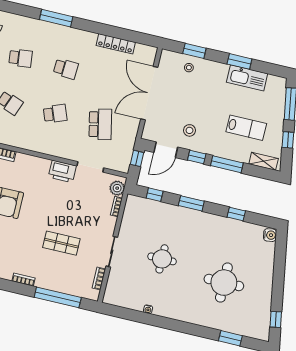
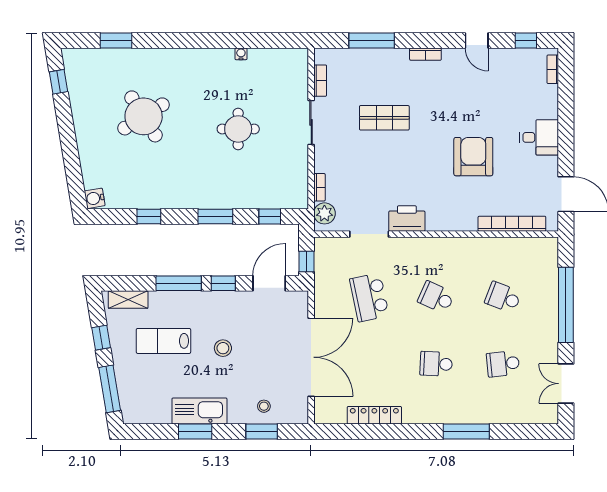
kitchen sink: (247, 78) -> (199, 411), moved
school desk: (55, 114) -> (436, 297), turned 45
stool: (189, 130) -> (223, 348), moved
round table: (224, 283) -> (144, 116), turned -32
window: (58, 297) -> (372, 40), width x0.68

